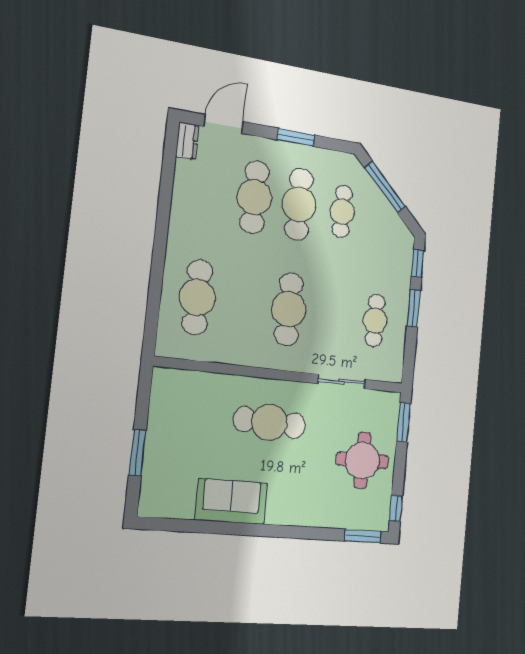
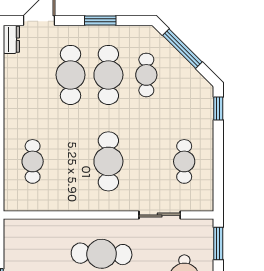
cafe table: (197, 297) -> (33, 161), width x0.73, depth x0.74
window: (414, 308) -> (218, 147), removed

